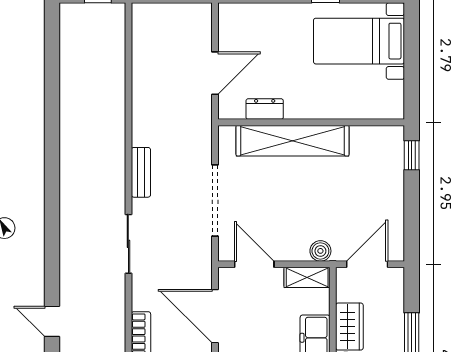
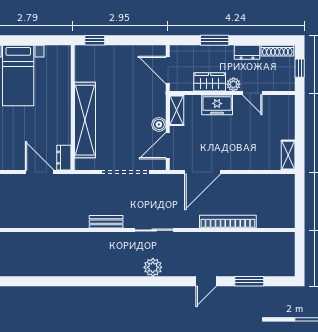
dresser: (265, 109) -> (64, 158), moved
plant: (73, 242) -> (153, 267), added
boiler: (320, 251) -> (159, 124), moved

